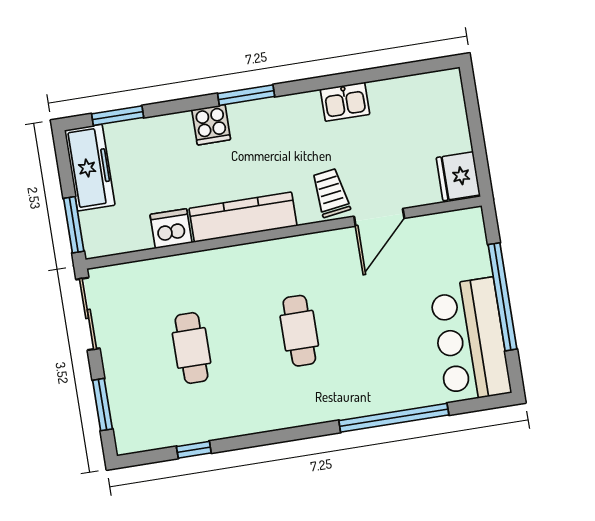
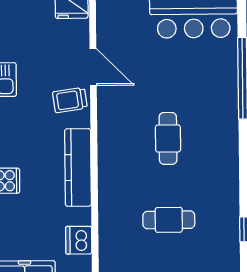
dishwasher: (171, 229) -> (79, 240), moved
cafe table: (299, 331) -> (168, 138), turned 90

